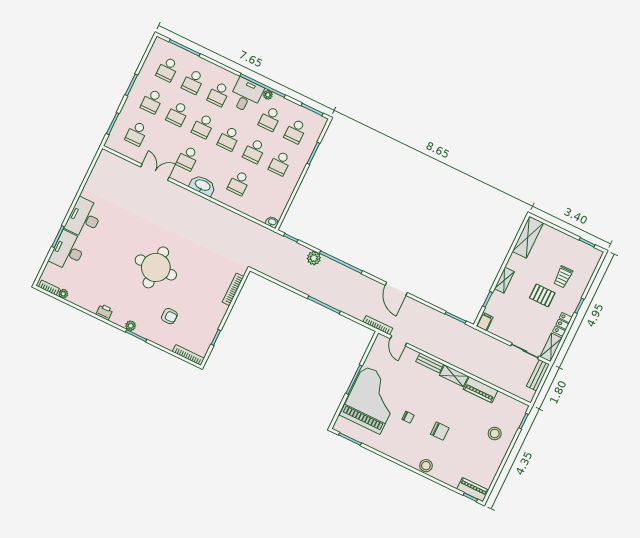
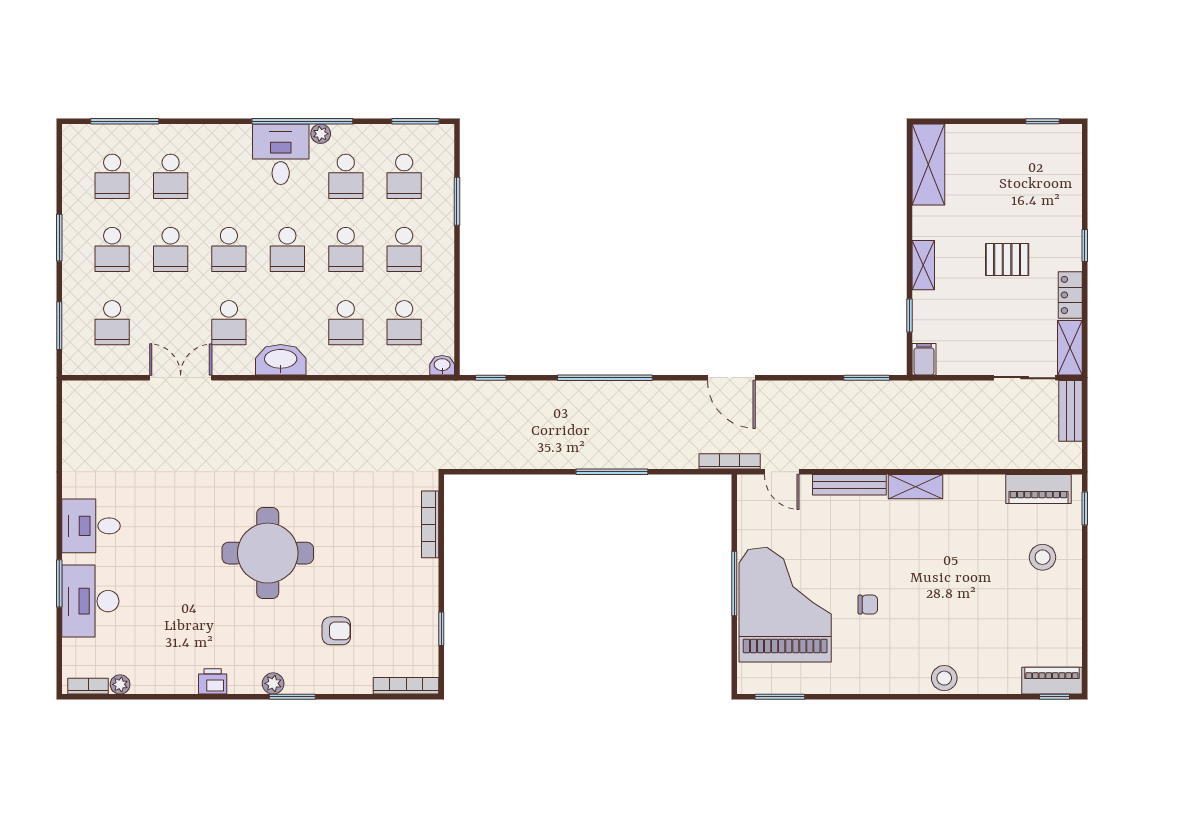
school desk: (219, 94) -> (404, 323), moved
desk: (84, 218) -> (91, 526), width x0.73
plant: (314, 258) -> (551, 395), removed
trolley: (563, 277) -> (1029, 206), removed
bench: (430, 363) -> (849, 485), width x1.36
piano: (481, 390) -> (1038, 489), moved
chair: (440, 431) -> (939, 602), removed

